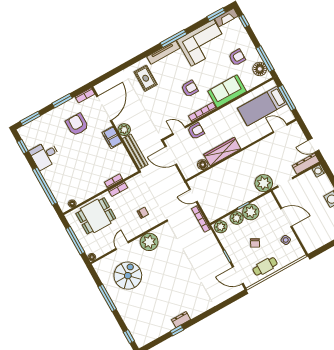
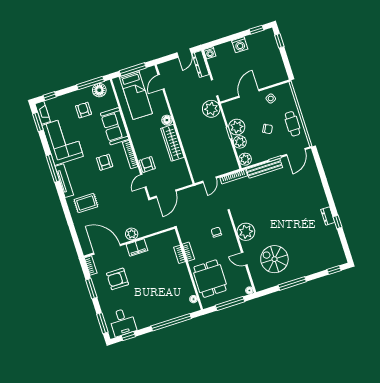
bench: (135, 152) -> (264, 168), moved
desk: (45, 155) -> (123, 322), moved
floor lamp: (203, 165) -> (167, 120), moved

